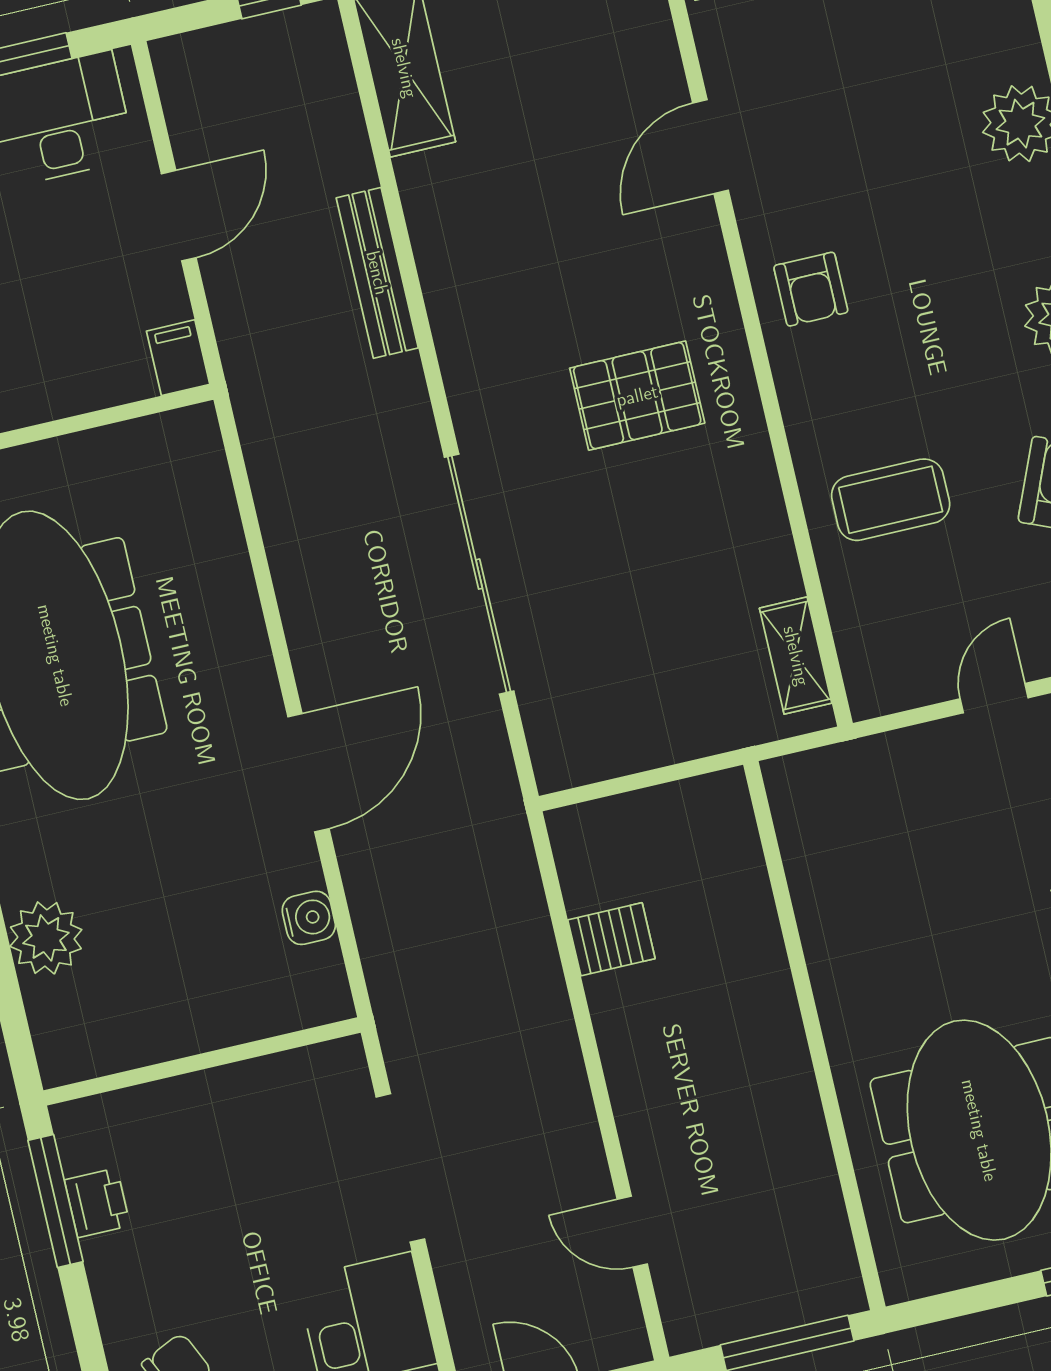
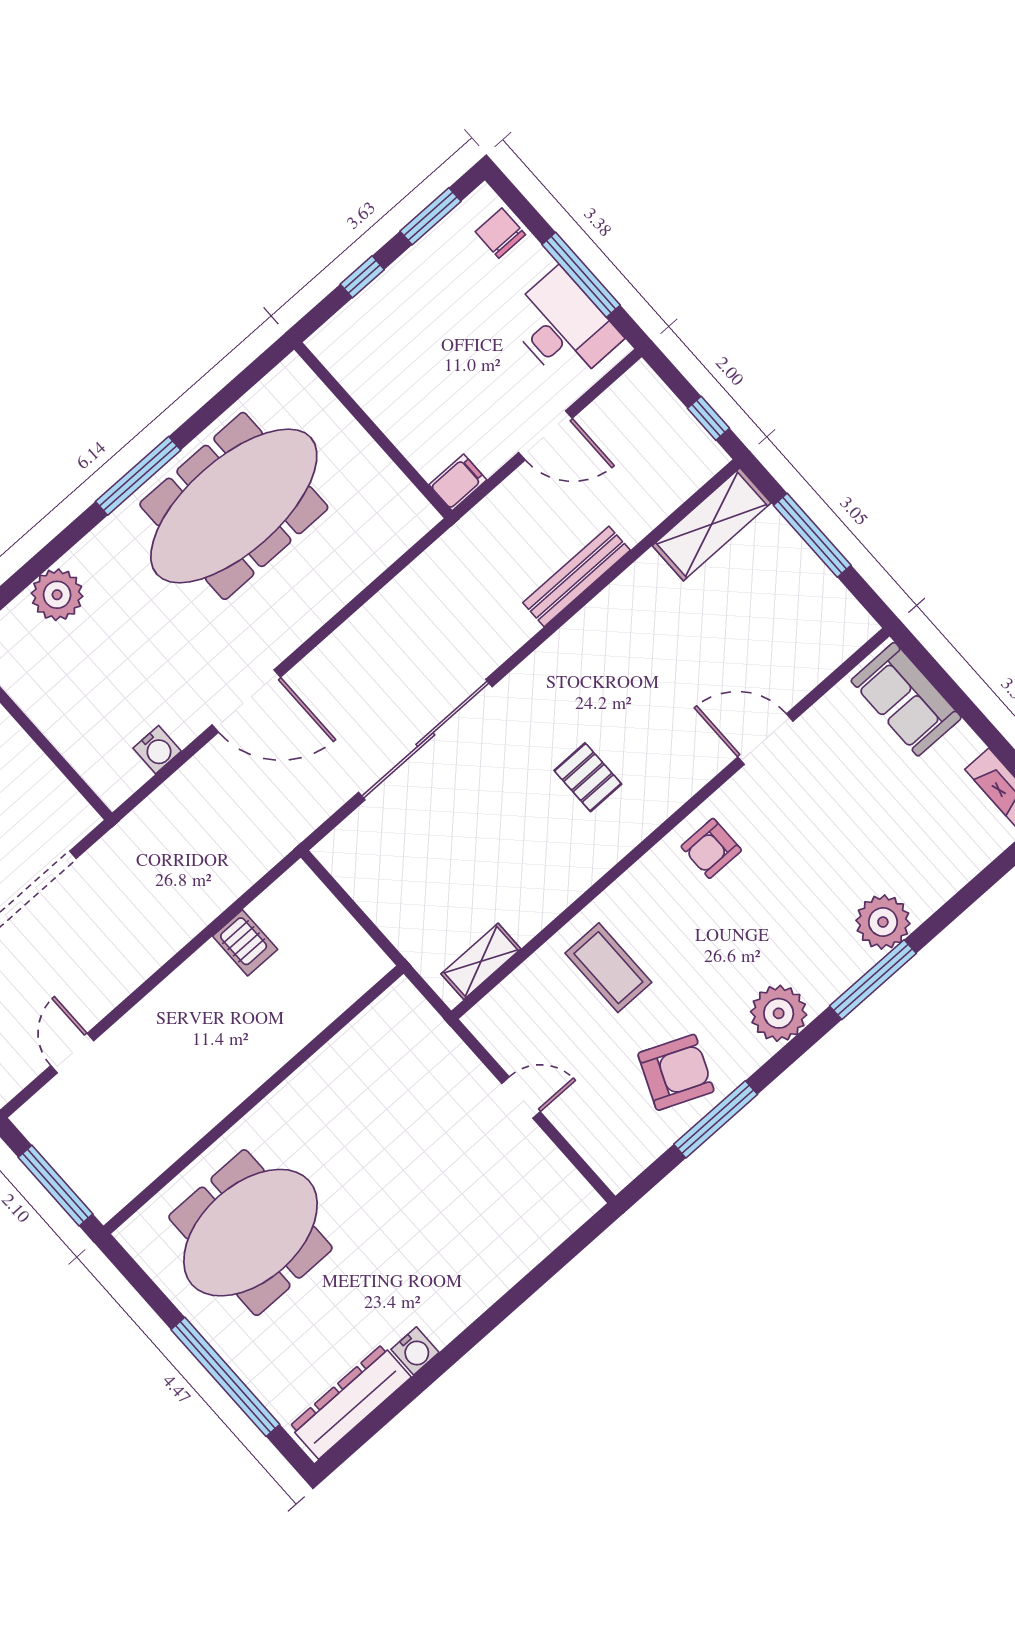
pallet: (637, 396) -> (588, 777), width x0.67, depth x0.71

